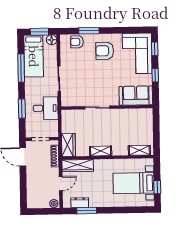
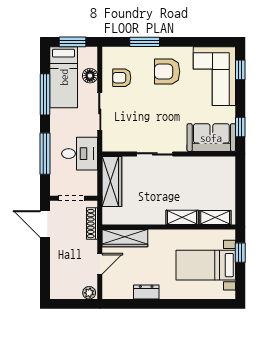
floor lamp: (52, 40) -> (90, 76), moved
armchair: (77, 42) -> (122, 78), moved
window: (155, 75) -> (240, 127), moved
window: (22, 109) -> (45, 154), width x1.44
wardrobe: (68, 145) -> (112, 181), moved, width x1.50
shelving: (101, 151) -> (182, 217), moved
window: (157, 187) -> (240, 253), moved
dresser: (80, 203) -> (146, 292), moved
window: (87, 211) -> (137, 304), removed

